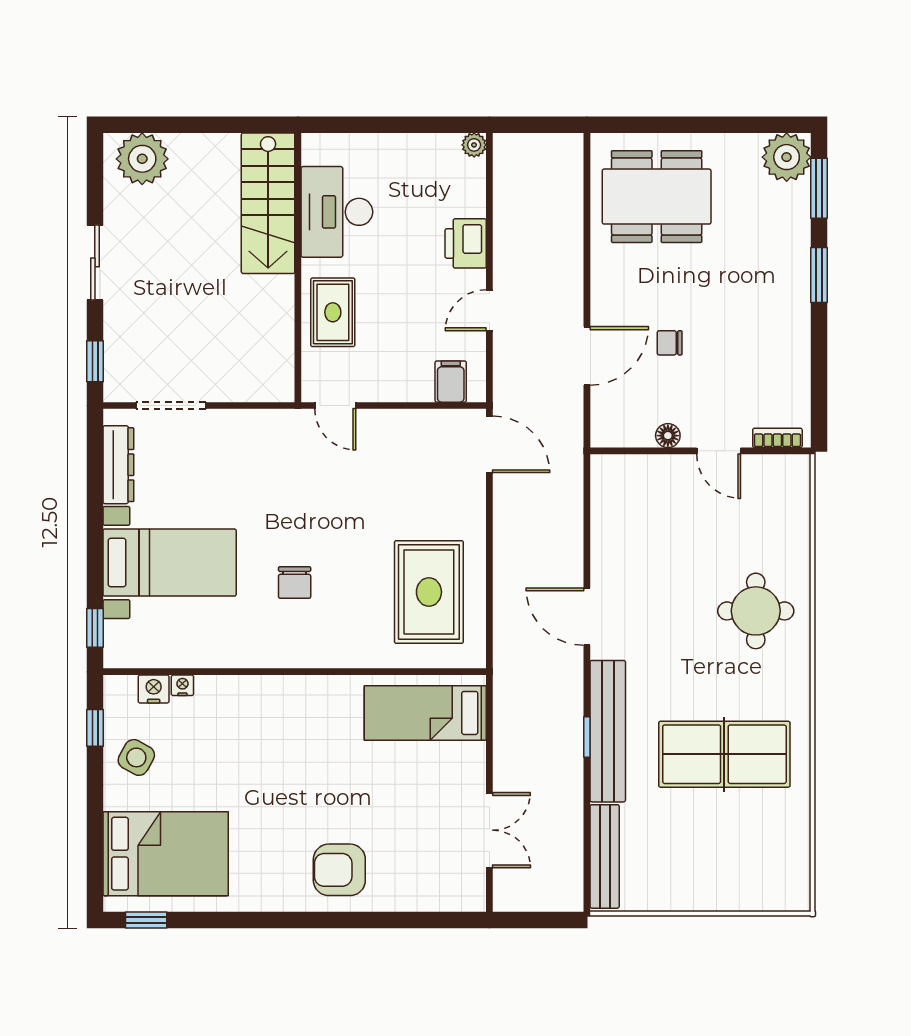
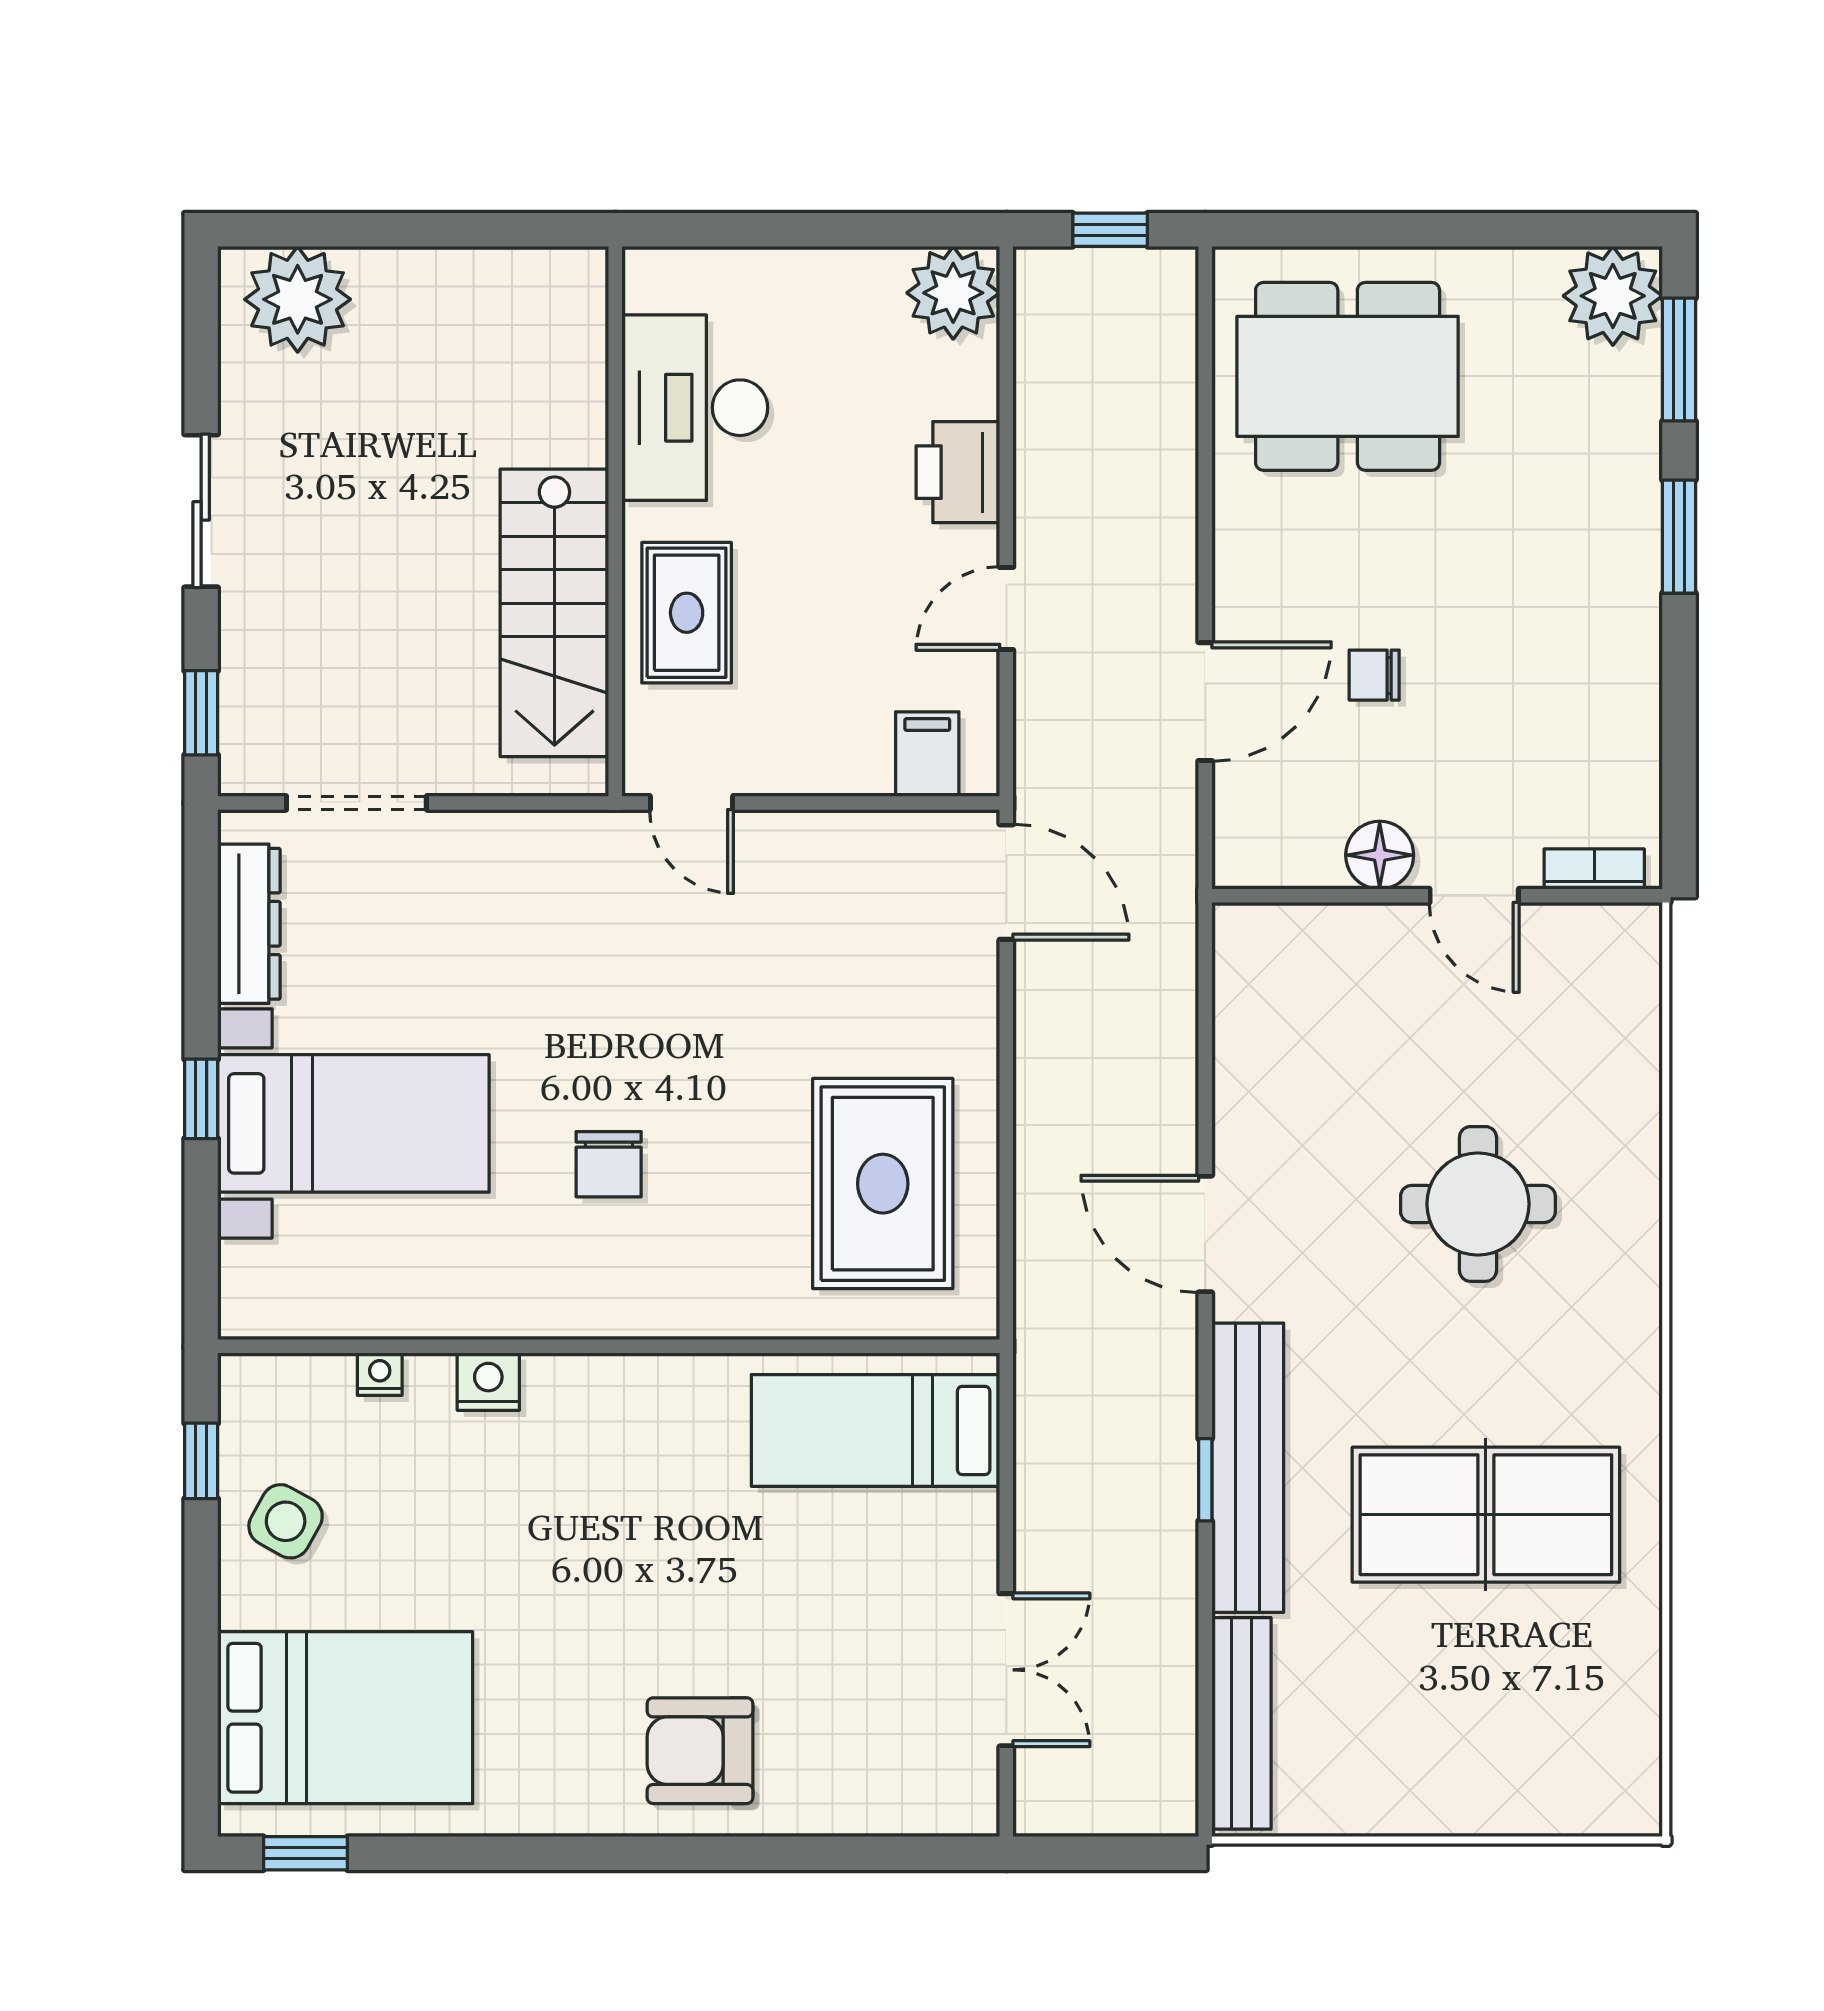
window: (540, 125) -> (1110, 230), added
plant: (474, 145) -> (953, 293), width x1.87, depth x1.87
stairs: (268, 203) -> (554, 613), moved
floor lamp: (668, 436) -> (1380, 855), width x1.37, depth x1.37
round table: (756, 611) -> (1478, 1204), moved
window: (95, 628) -> (201, 1099), moved
nightstand: (154, 689) -> (488, 1382), moved

